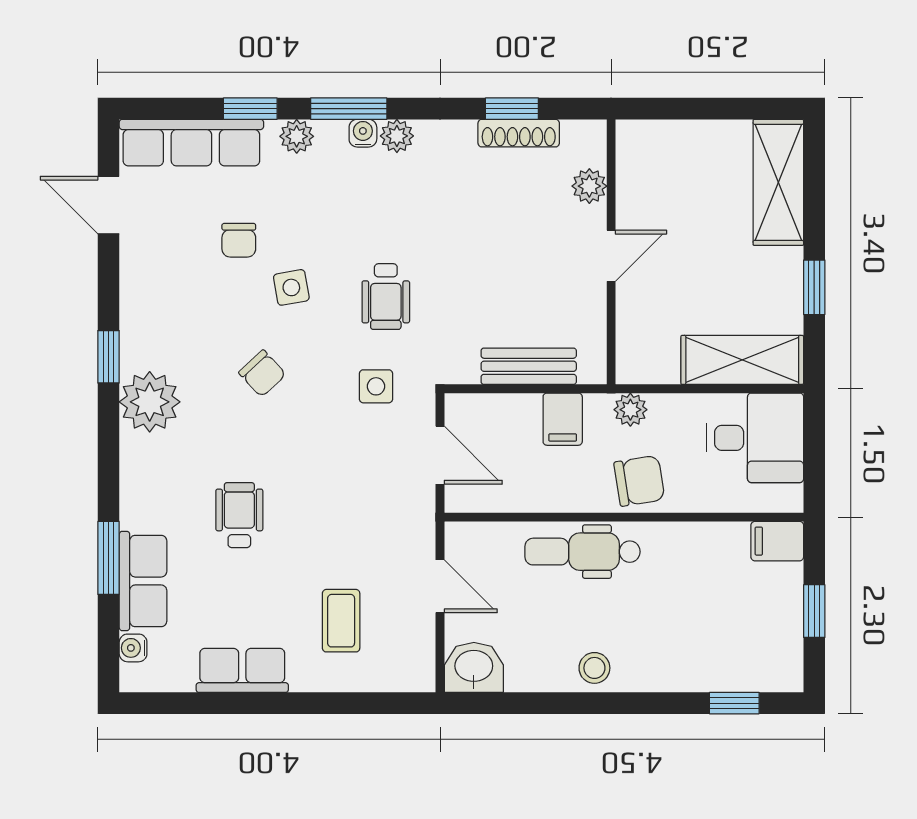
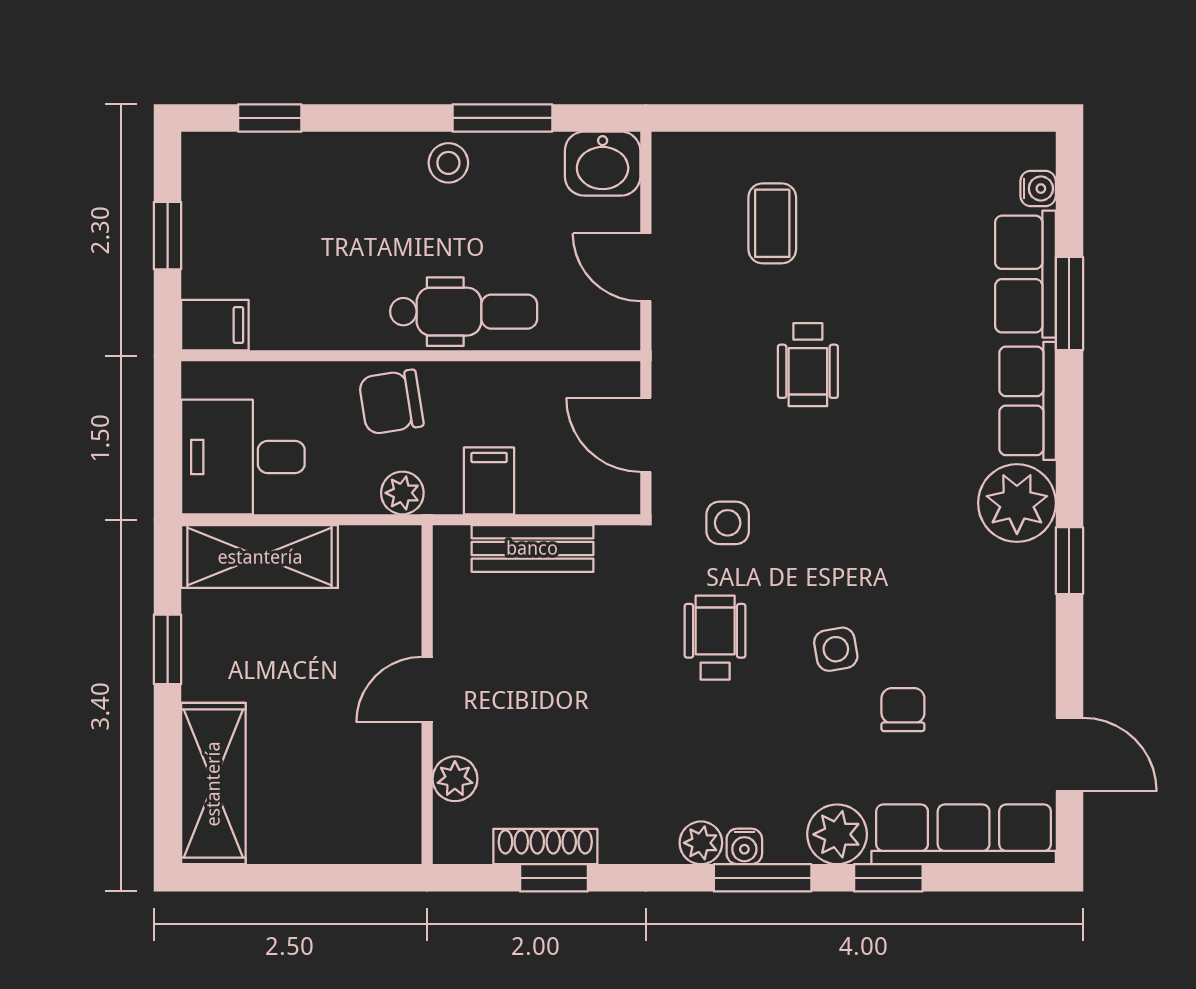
plant: (297, 136) -> (837, 834), width x1.38, depth x1.38
chair: (262, 373) -> (873, 539), removed
wheelchair: (239, 515) -> (808, 365), moved
row of seats: (242, 670) -> (1028, 401), moved, turned 90
window: (552, 703) -> (502, 118), added

